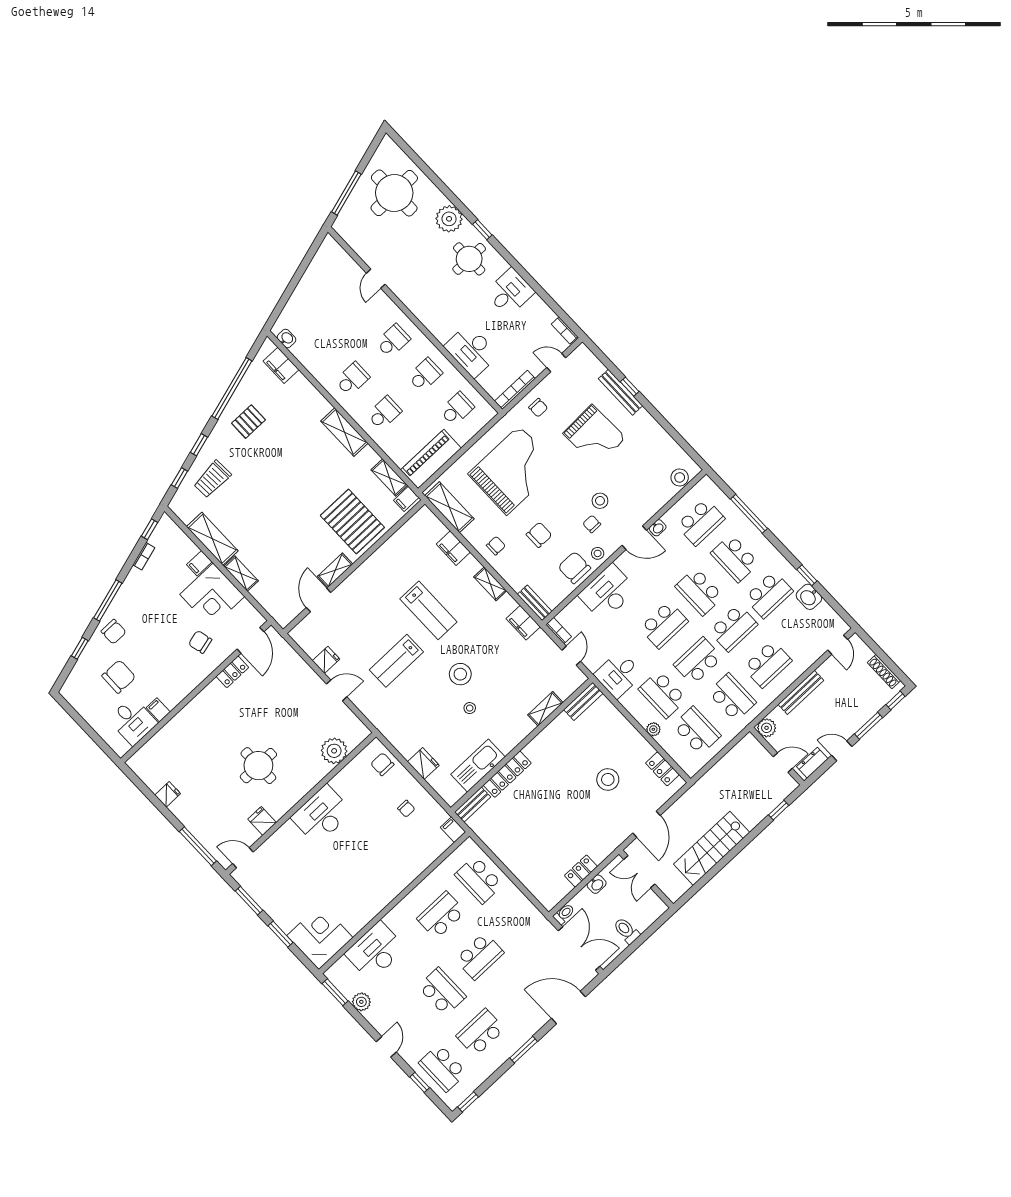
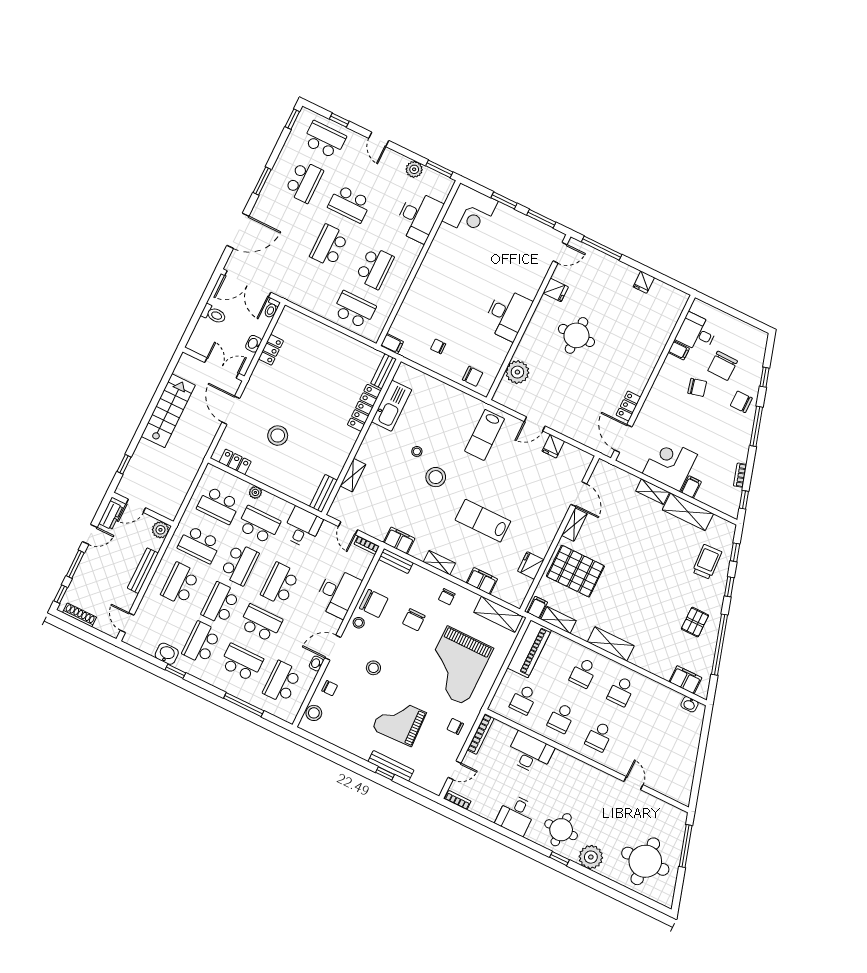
chair: (592, 524) -> (330, 688), moved
chair: (200, 642) -> (697, 387), moved
lab bench: (396, 661) -> (485, 435), moved, turned 180
fridge: (423, 764) -> (531, 565), moved, turned 90

